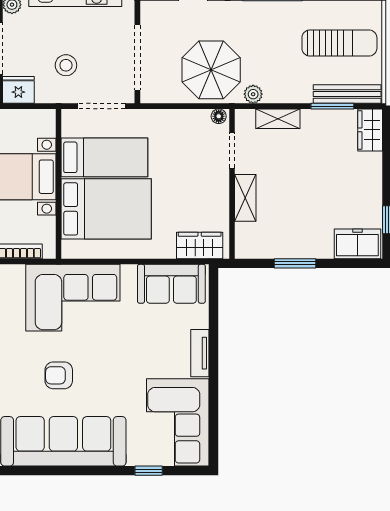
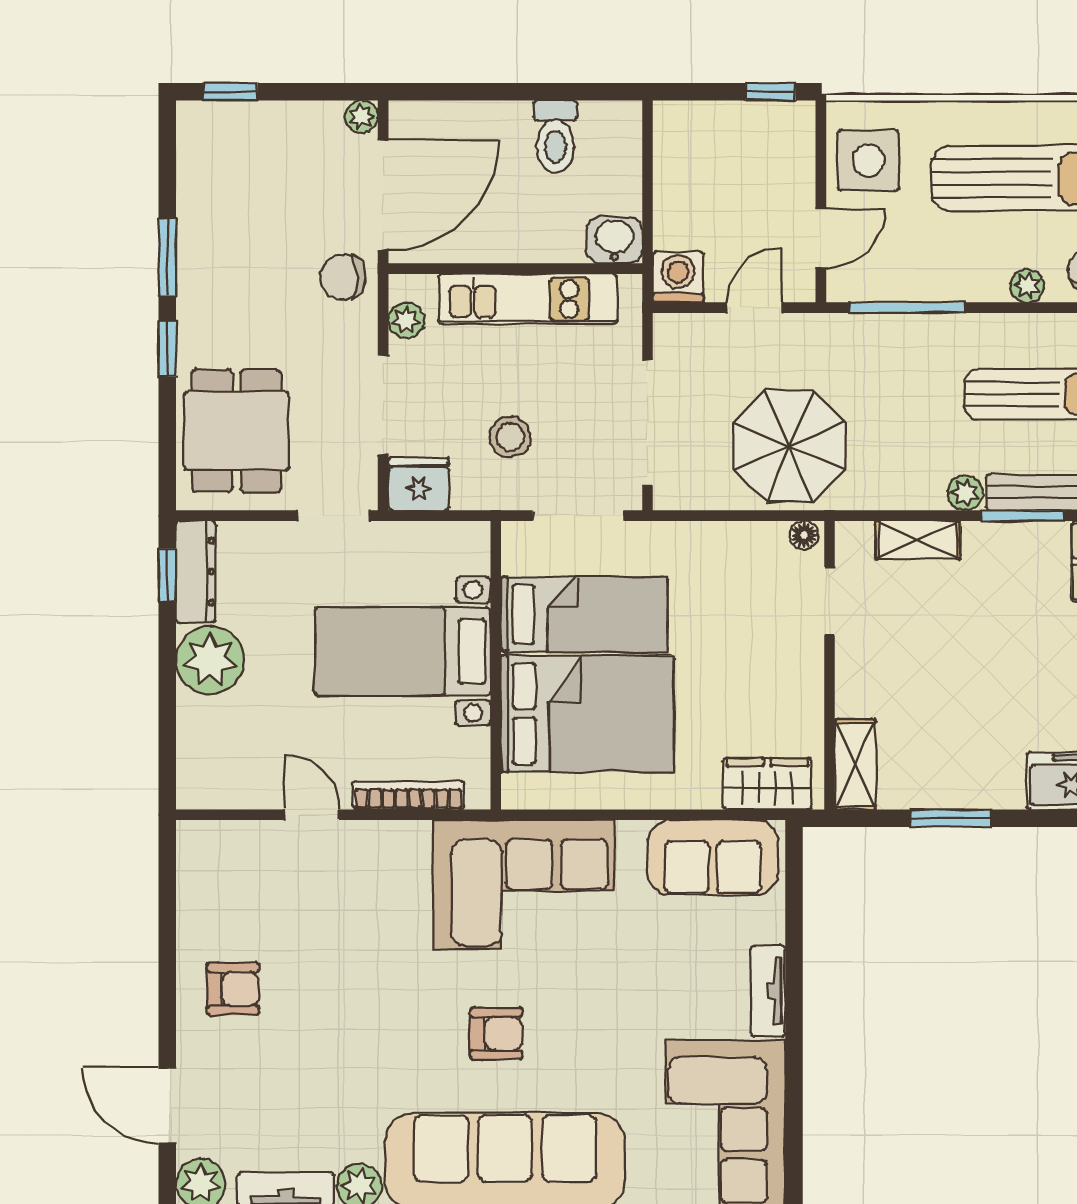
plant: (253, 94) -> (965, 493), moved
shelving: (245, 198) -> (855, 764), moved
armchair: (59, 375) -> (496, 1034), turned 180

